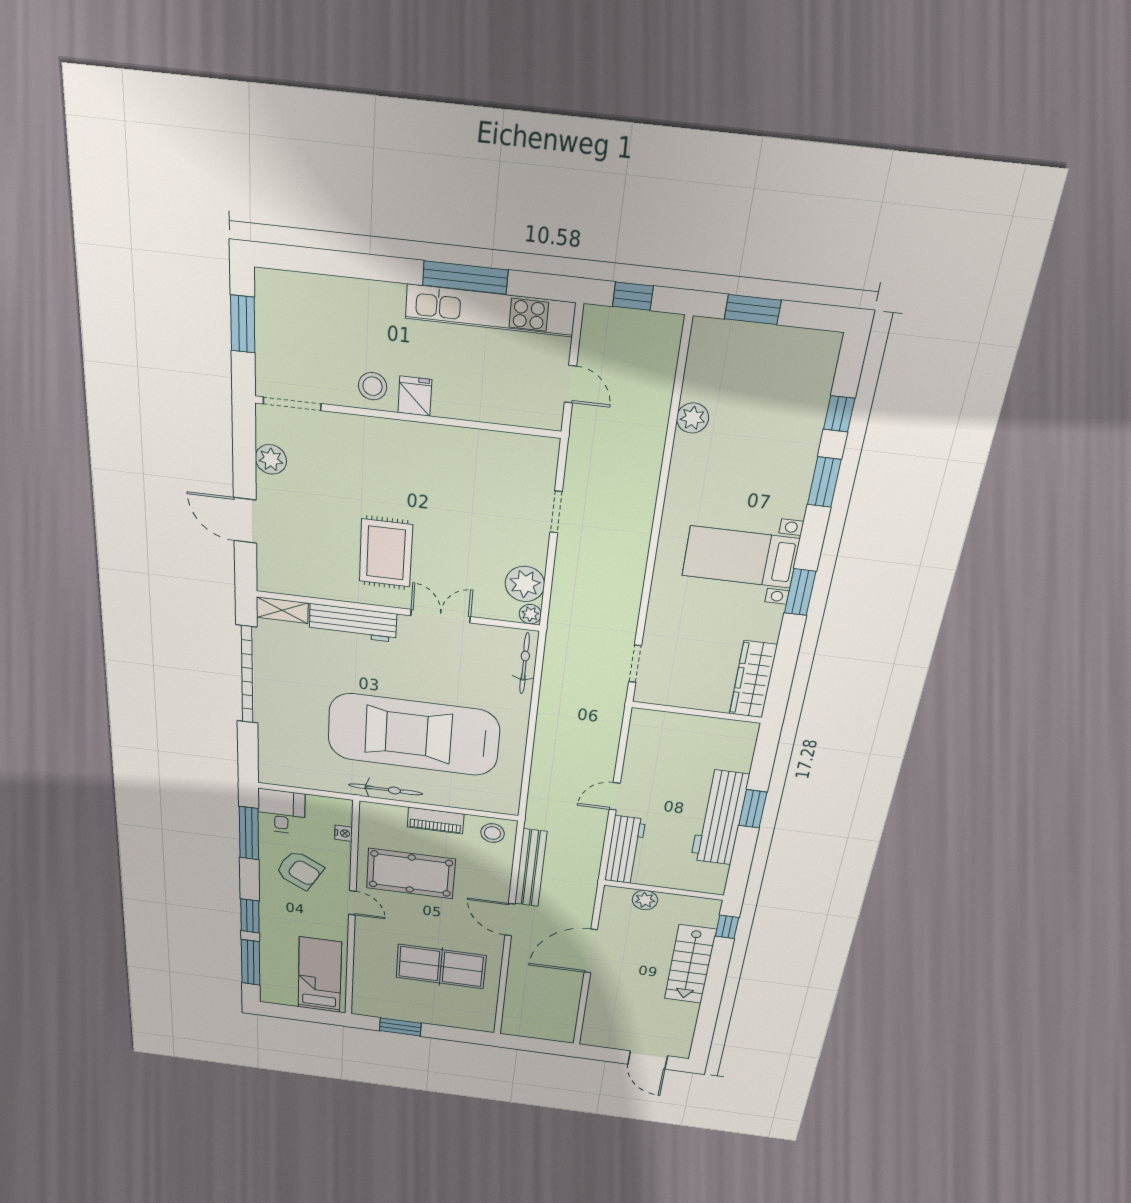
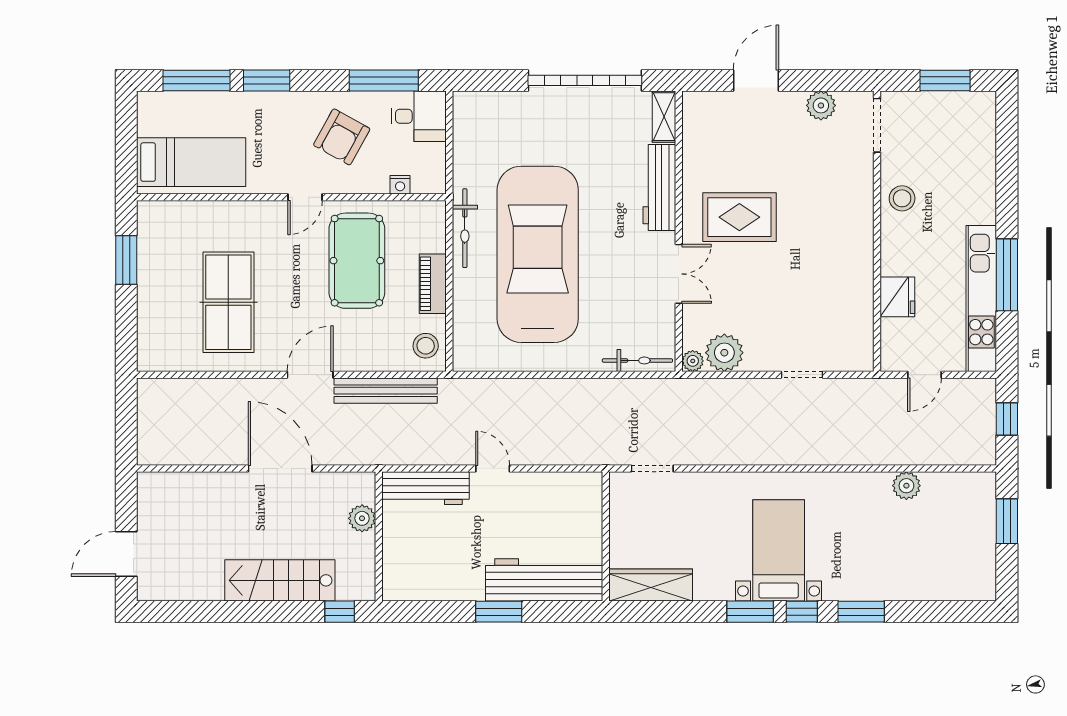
fridge: (415, 396) -> (897, 297), moved, width x1.38
window: (839, 414) -> (802, 612), moved
workbench: (720, 818) -> (544, 580), moved

